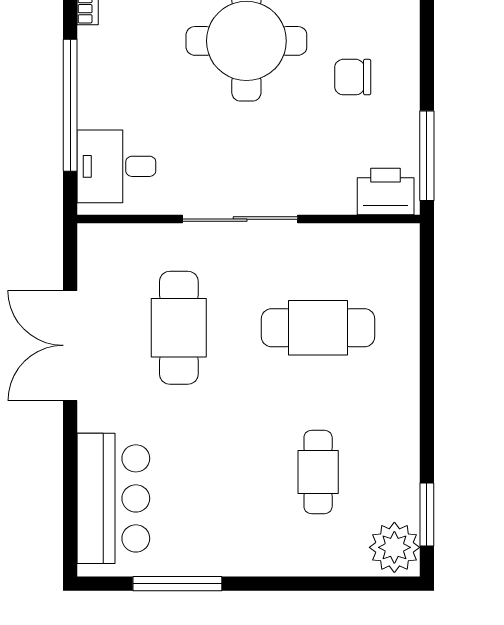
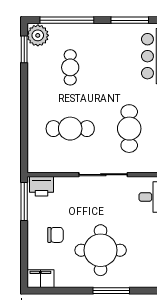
window: (326, 584) -> (67, 20), added

